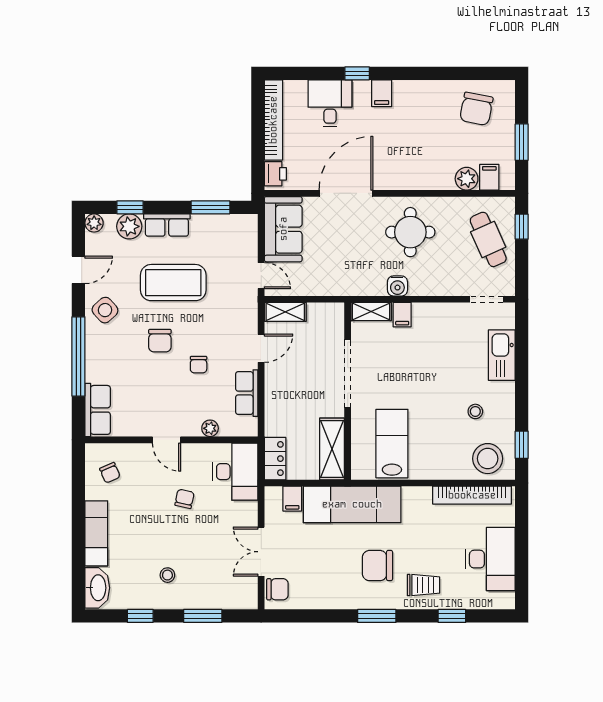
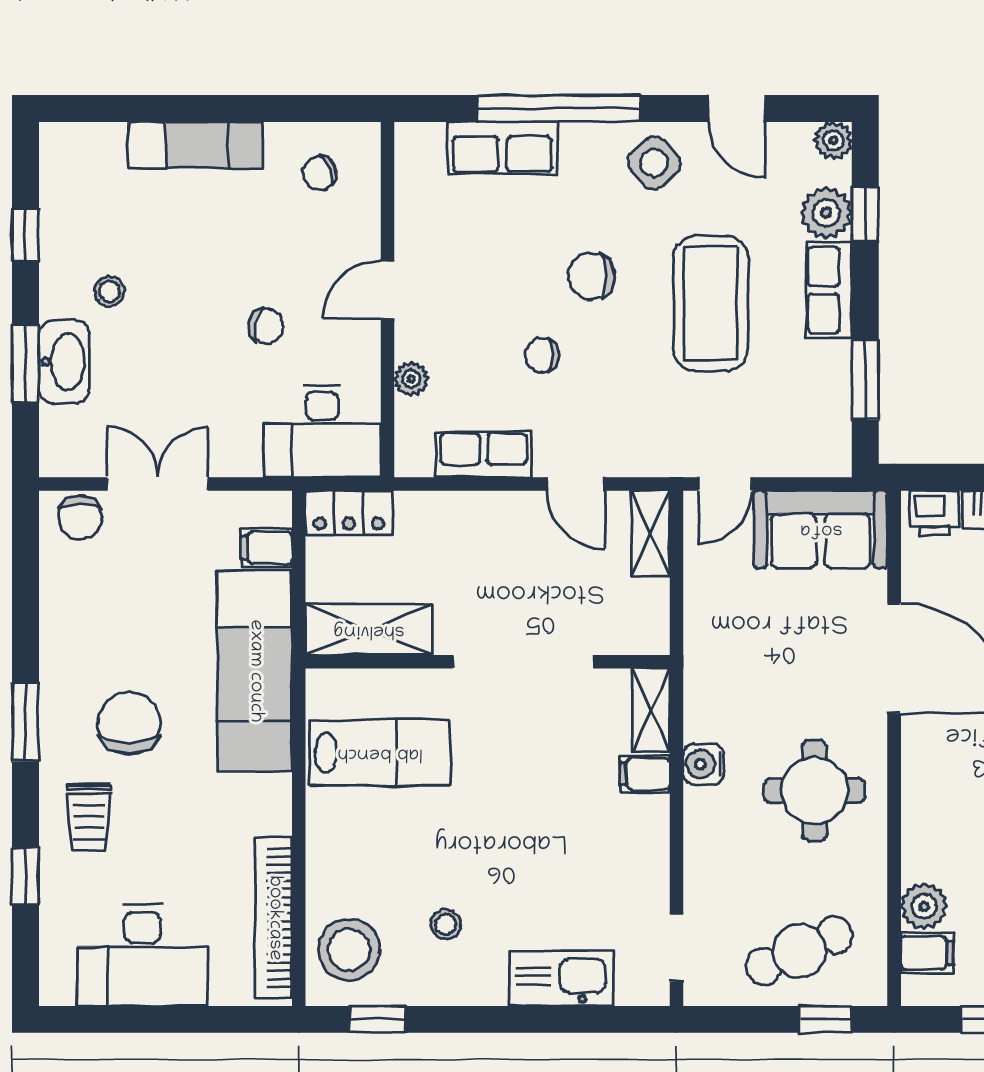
row of seats: (98, 410) -> (503, 148), moved
washbasin: (97, 588) -> (64, 362), moved, turned -90

